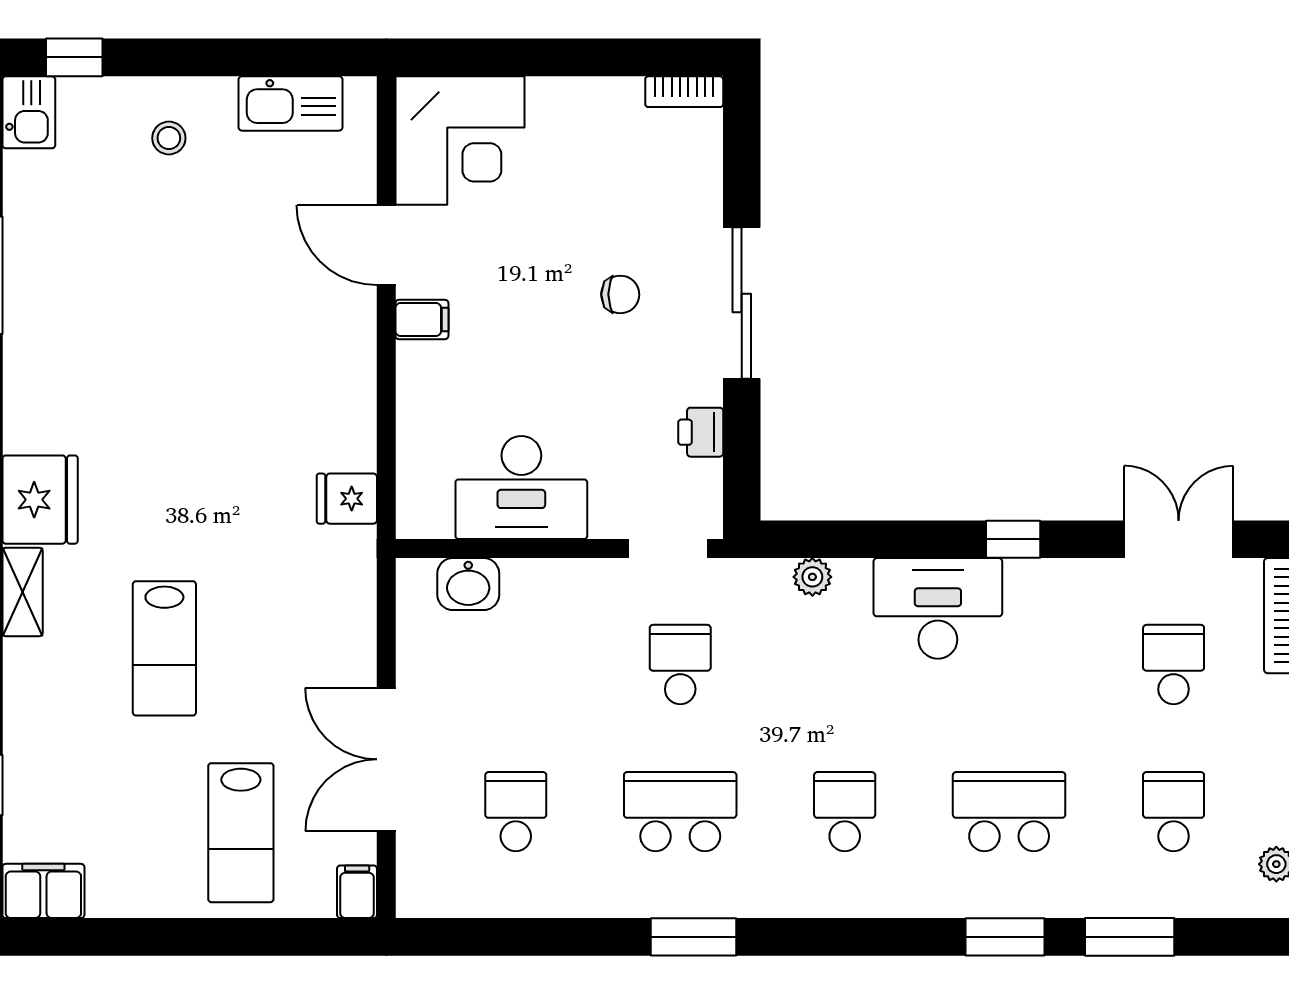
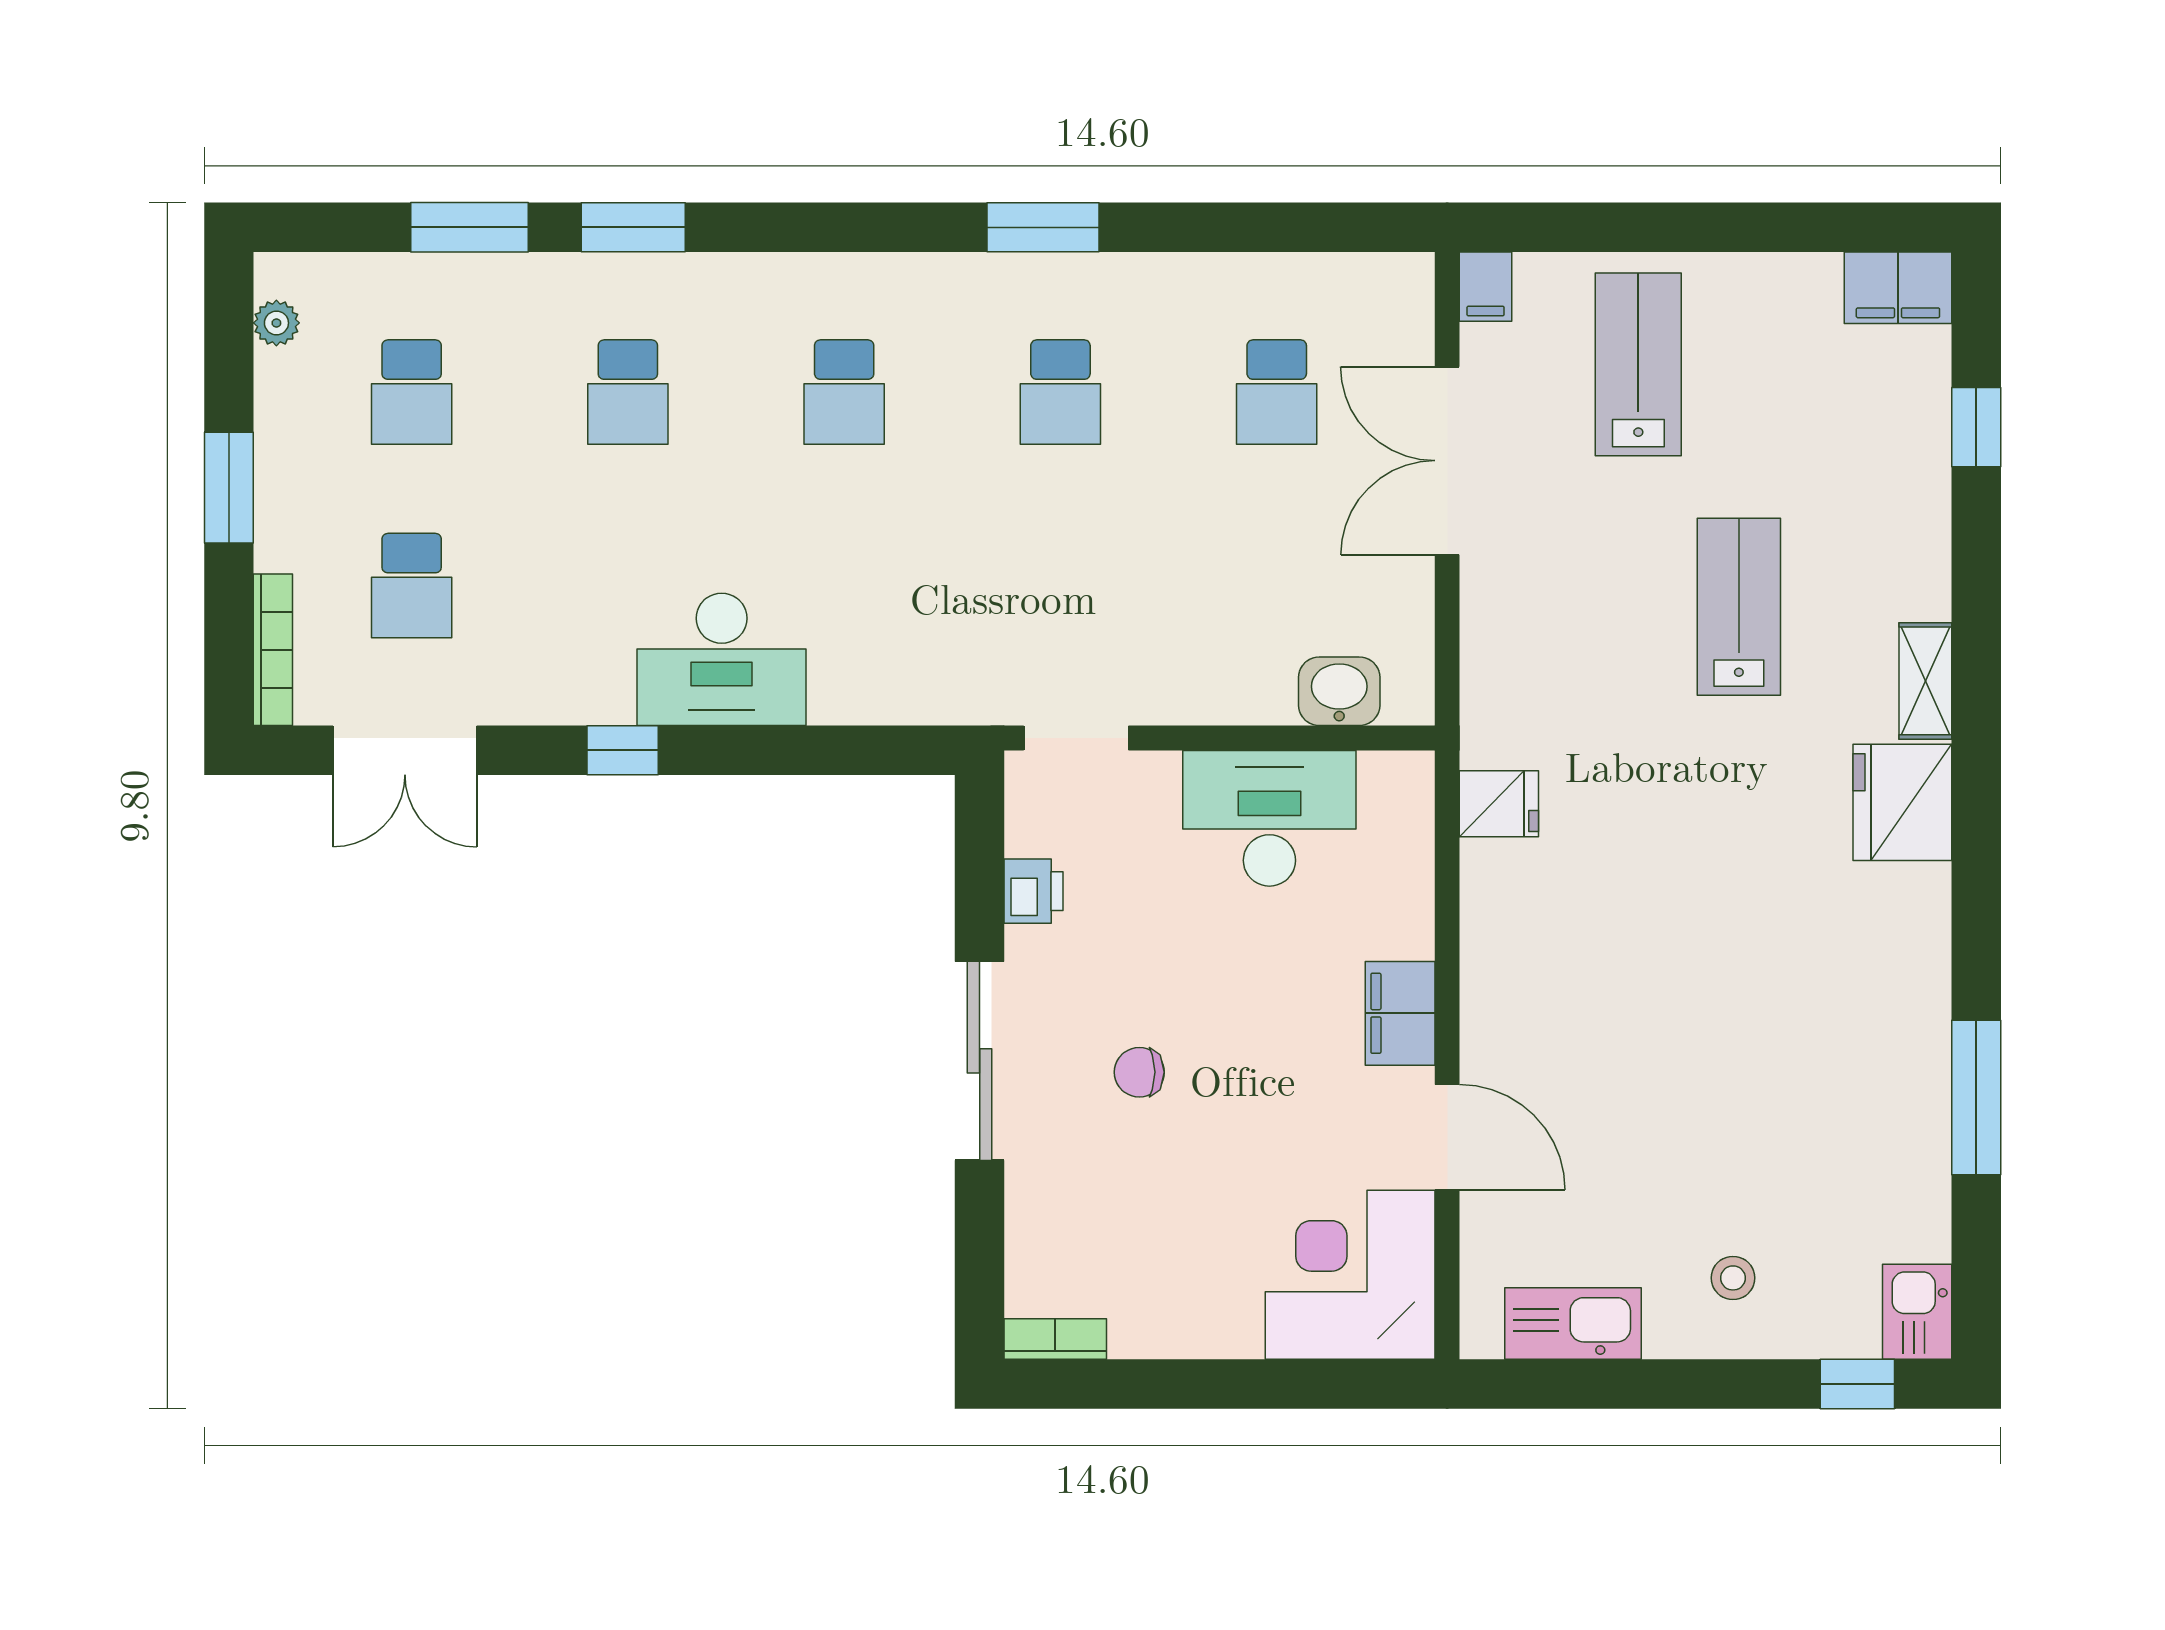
filing cabinet: (422, 320) -> (1400, 1013), width x2.00
plant: (812, 577) -> (887, 701), removed
school desk: (680, 665) -> (1060, 586), removed
double door: (386, 759) -> (1447, 461), swing flipped
school desk: (680, 812) -> (1060, 392), width x0.54
school desk: (1009, 812) -> (628, 392), width x0.54

